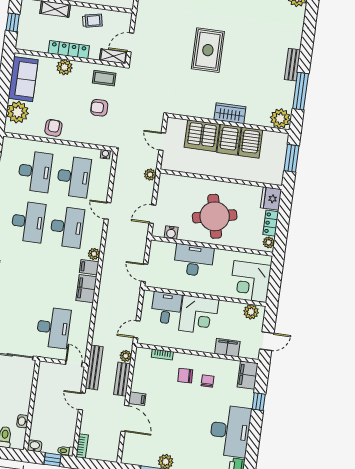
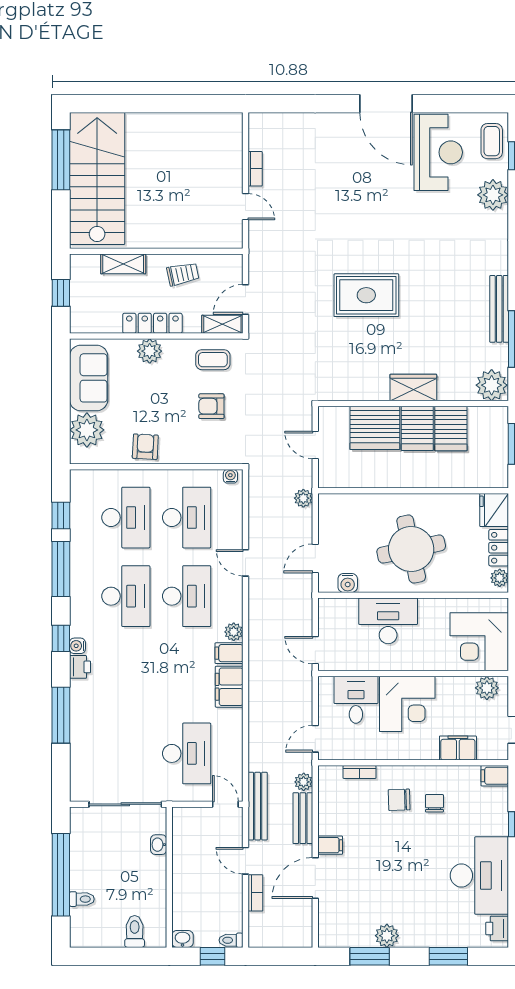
rug: (208, 50) -> (366, 295), turned 90
bench: (292, 65) -> (499, 309), width x1.36
filing cabinet: (248, 375) -> (495, 776), width x0.50
door: (125, 418) -> (315, 878), swing flipped
washbasin: (22, 421) -> (159, 845), moved
bookcase: (82, 446) -> (255, 893), moved

